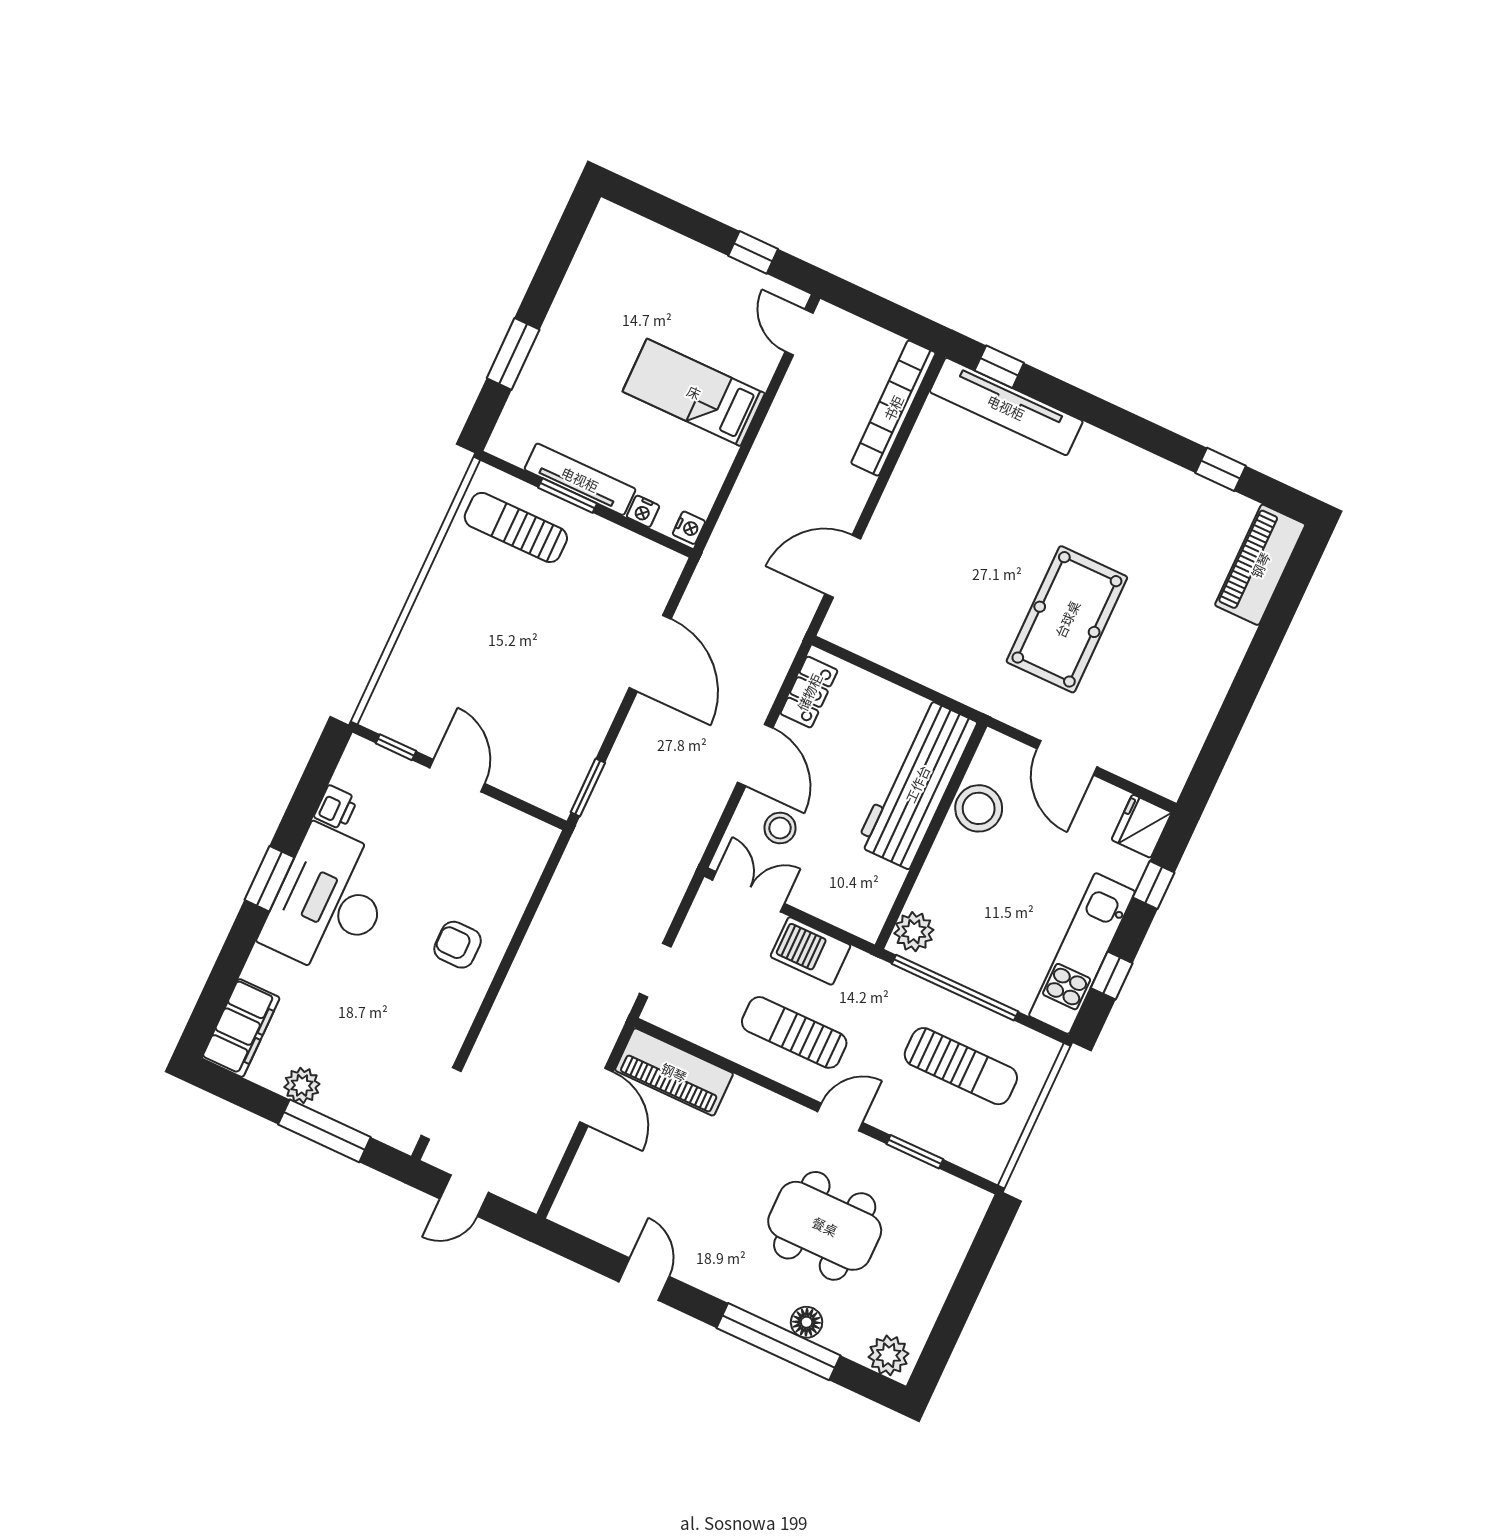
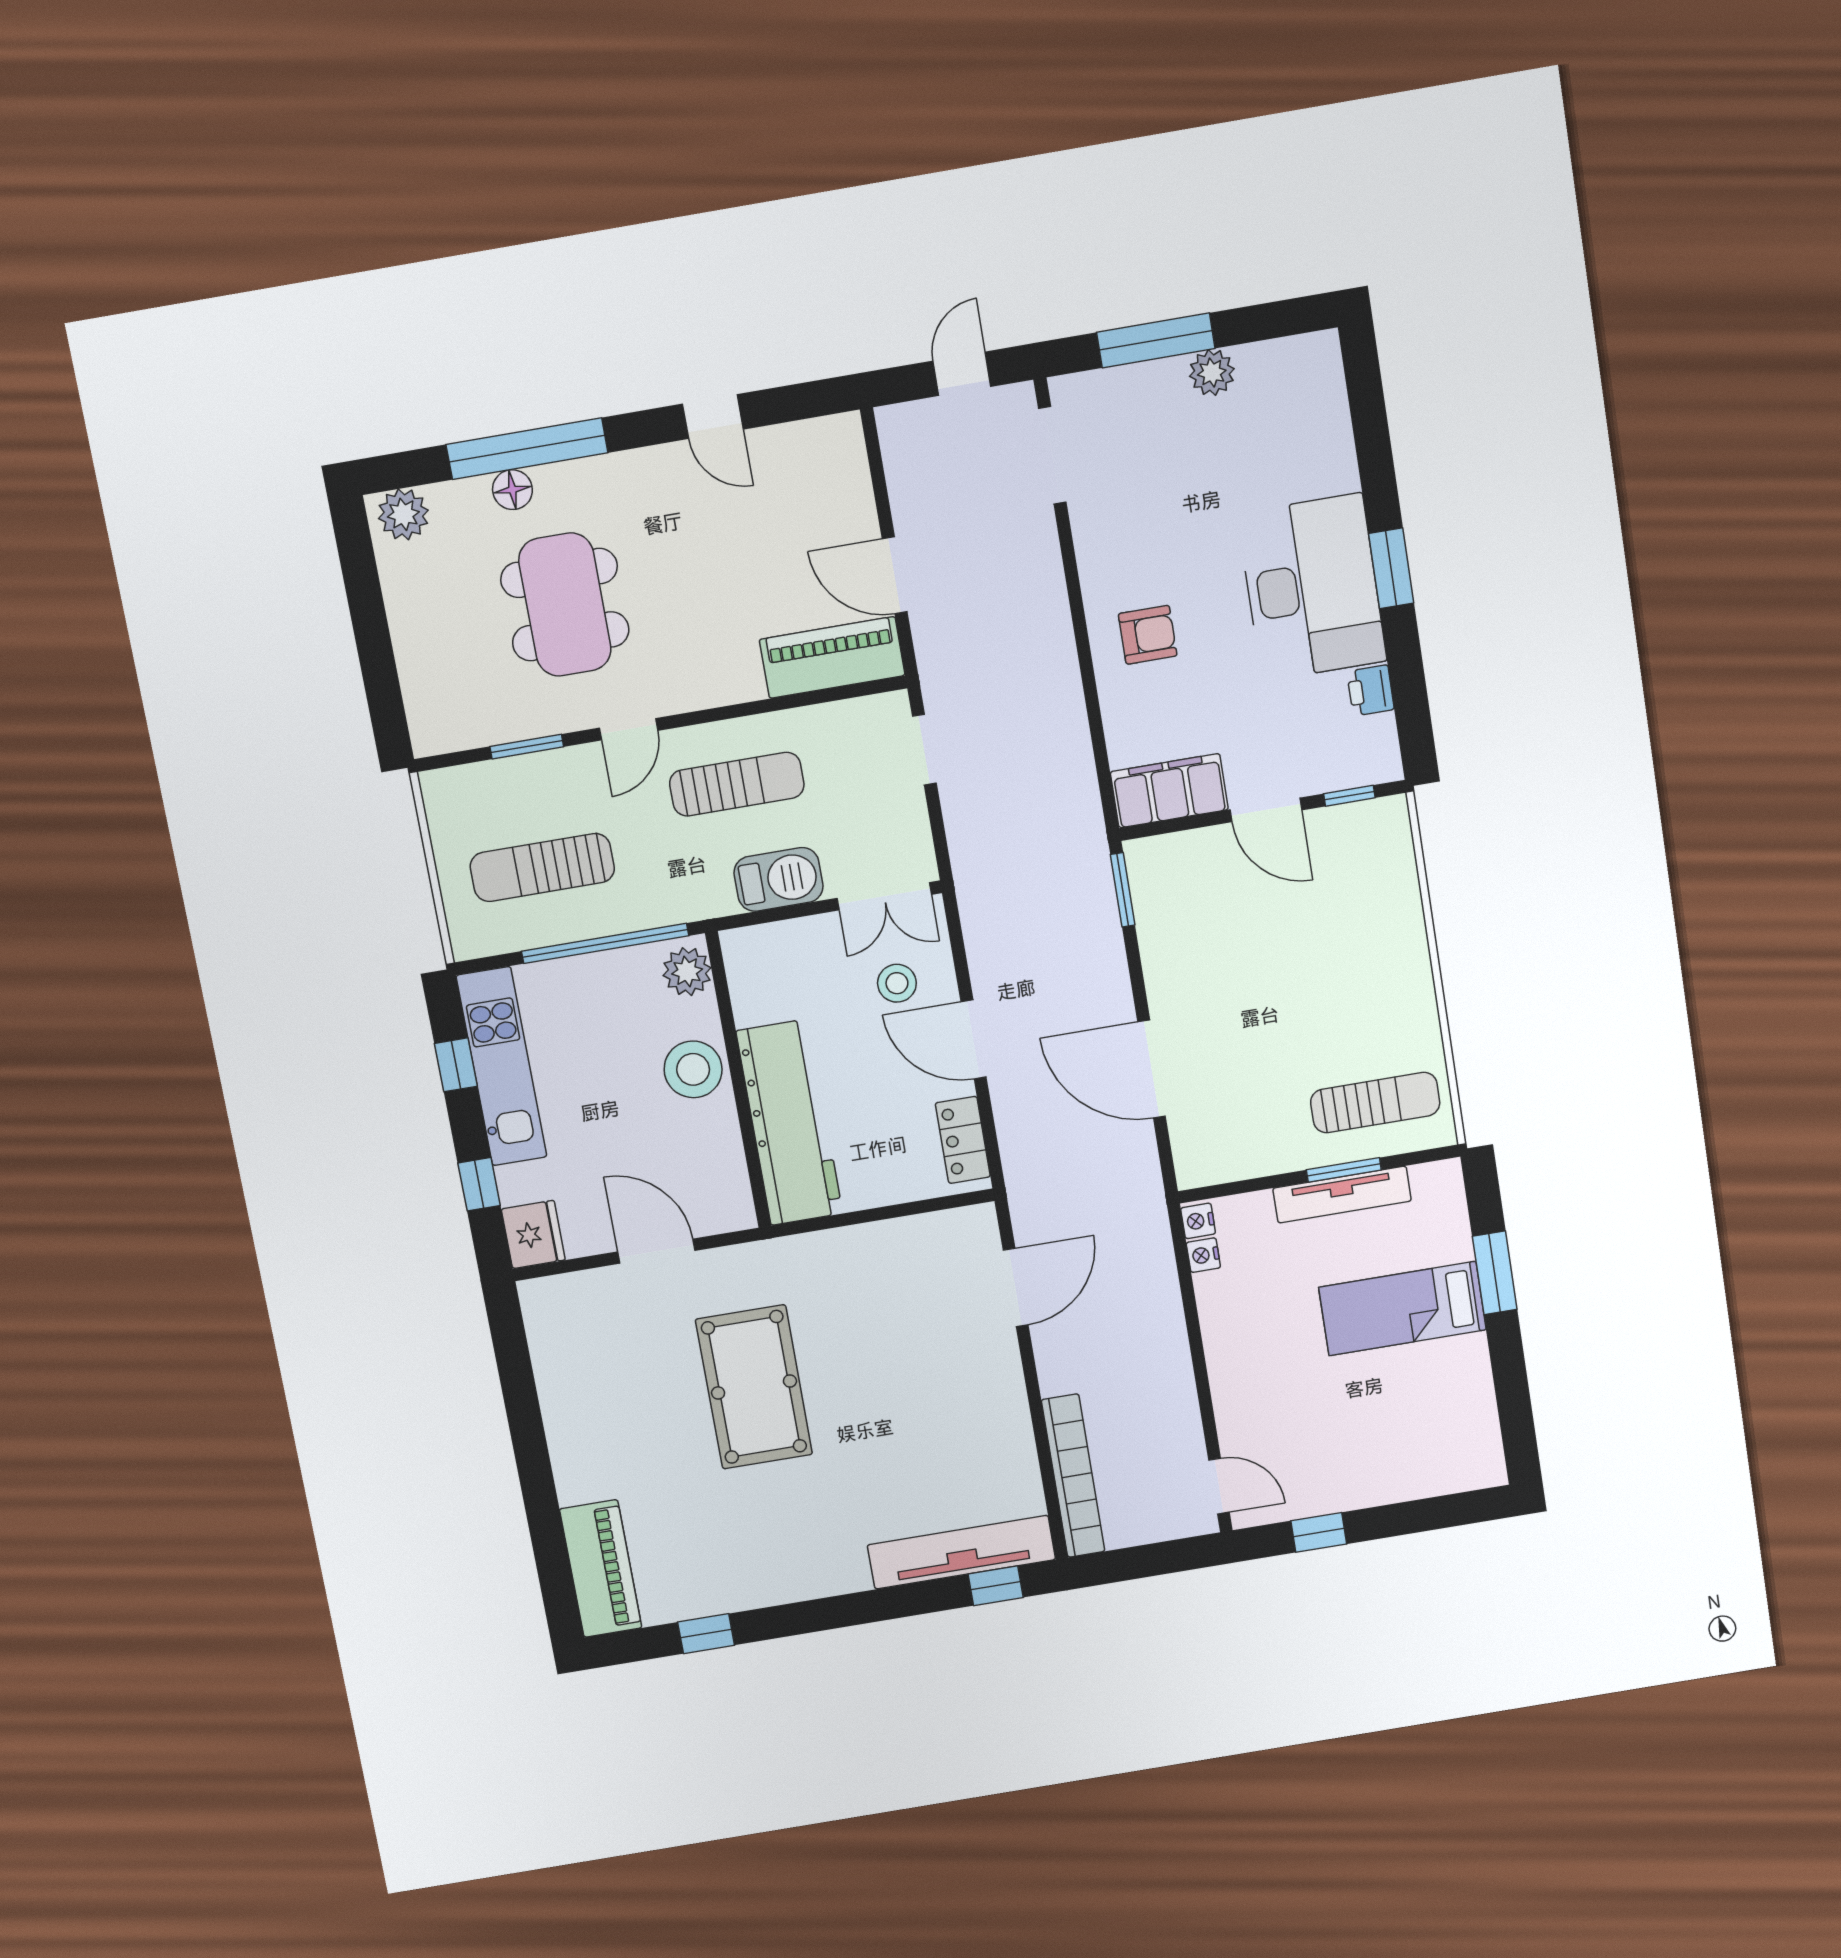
bed: (694, 392) -> (1402, 1309), moved, turned 180
nightstand: (643, 511) -> (1203, 1255), moved, turned -90
stool: (979, 808) -> (693, 1069), moved
filing cabinet: (241, 1028) -> (1169, 791), moved, turned 90
dining table: (825, 1226) -> (565, 605), turned 90

